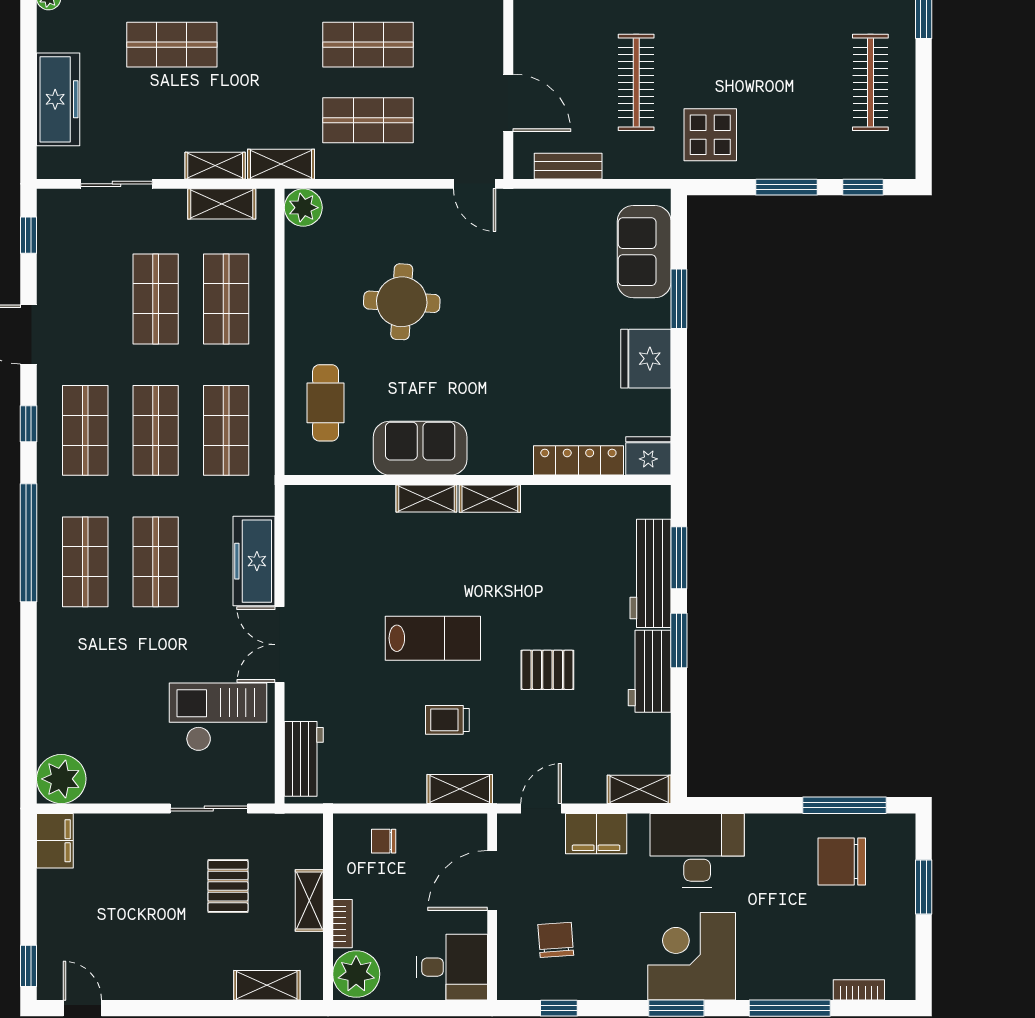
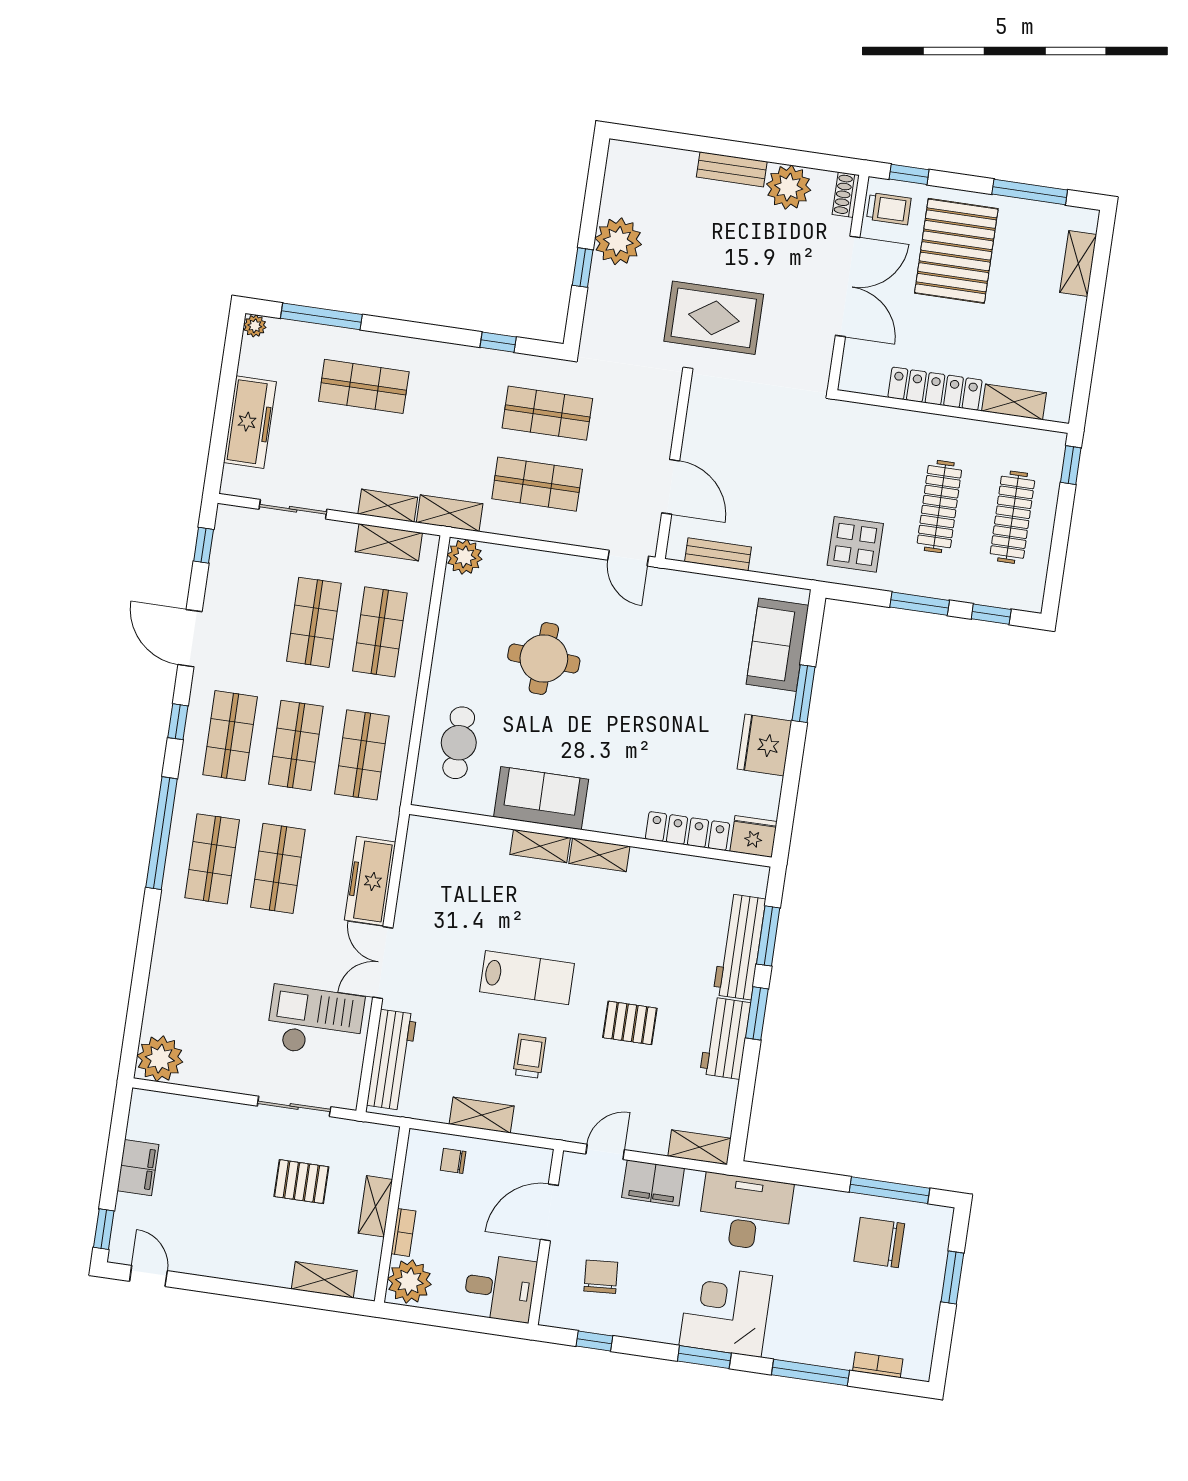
clothes rail: (636, 82) -> (939, 507), moved
trolley: (447, 720) -> (529, 1056), turned 90
workbench: (304, 759) -> (392, 1060), width x1.38
shelving: (460, 789) -> (482, 1115), moved
filing cabinet: (55, 841) -> (138, 1168), moved
pallet: (228, 886) -> (301, 1182), turned 90

